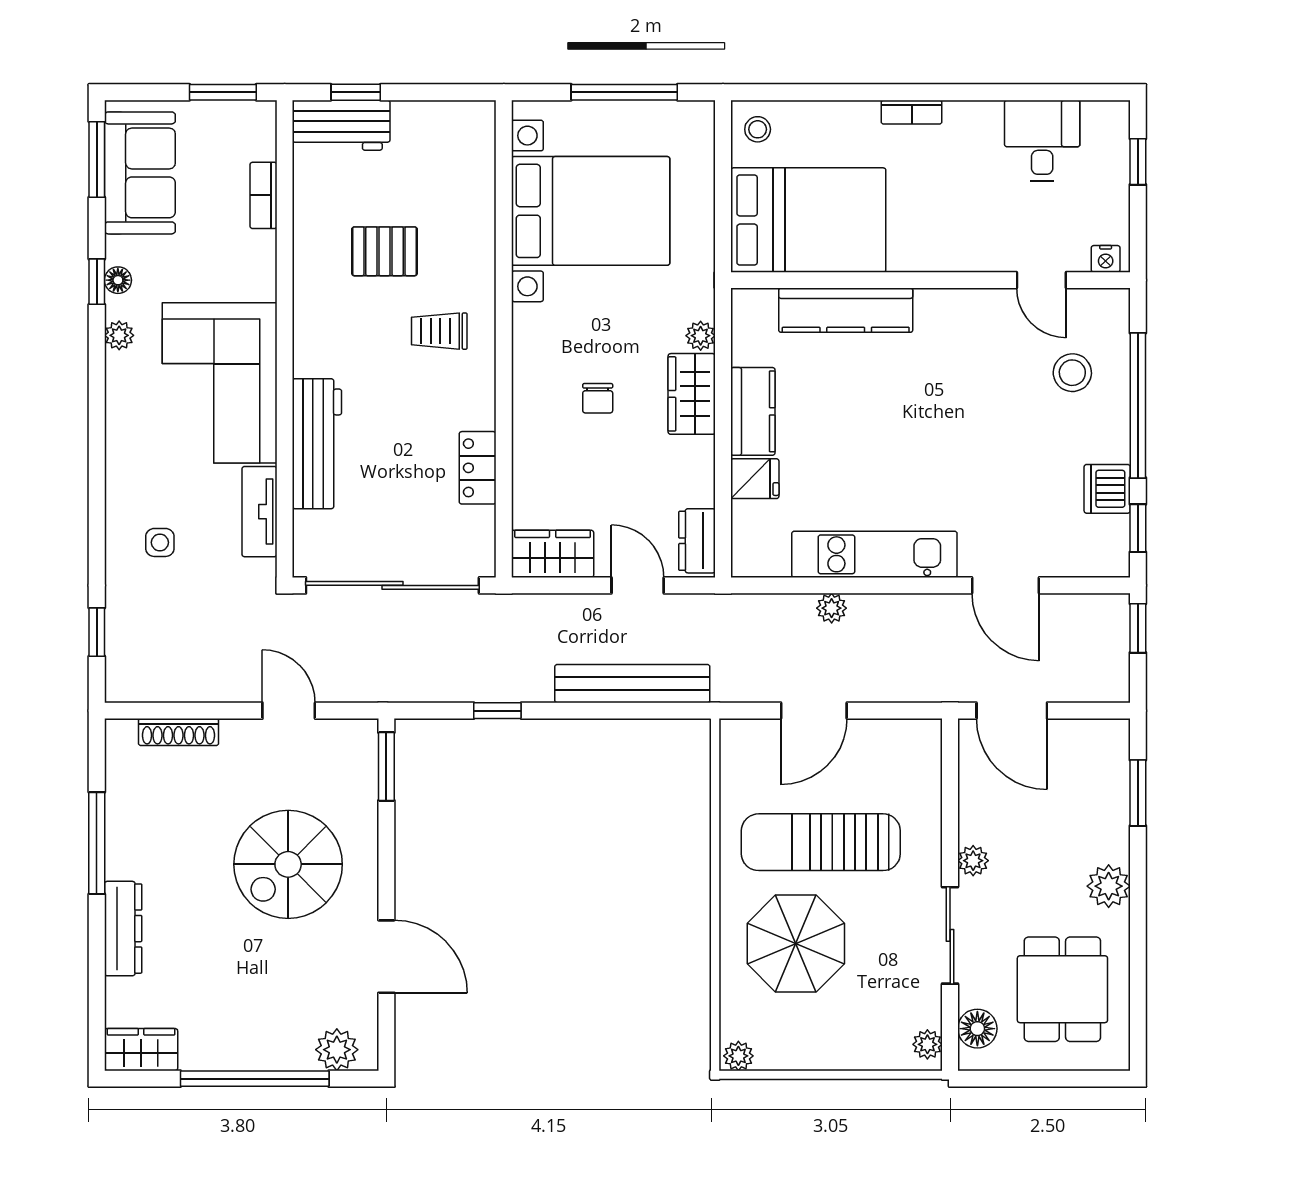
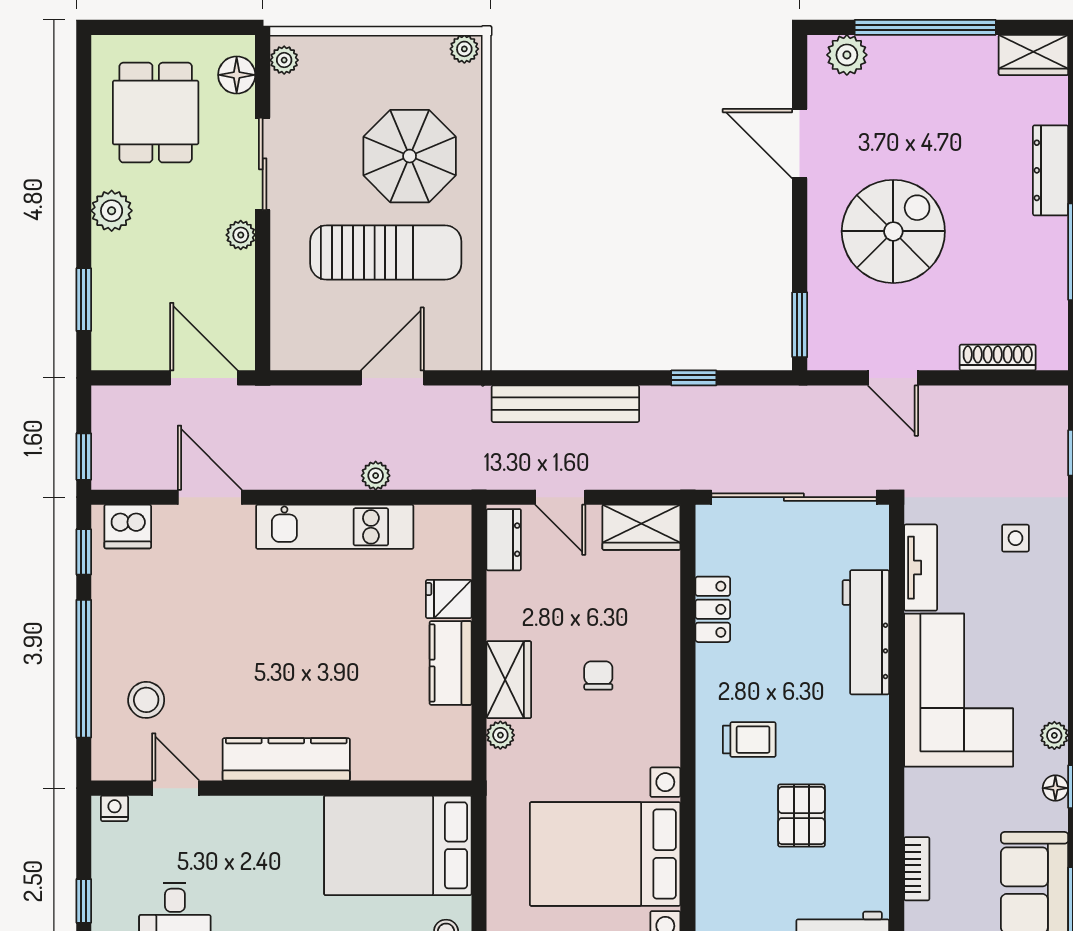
pallet: (384, 251) -> (801, 816), turned 90
kitchen counter: (846, 310) -> (286, 759), moved
dishwasher: (1107, 489) -> (128, 527), moved, turned 90

